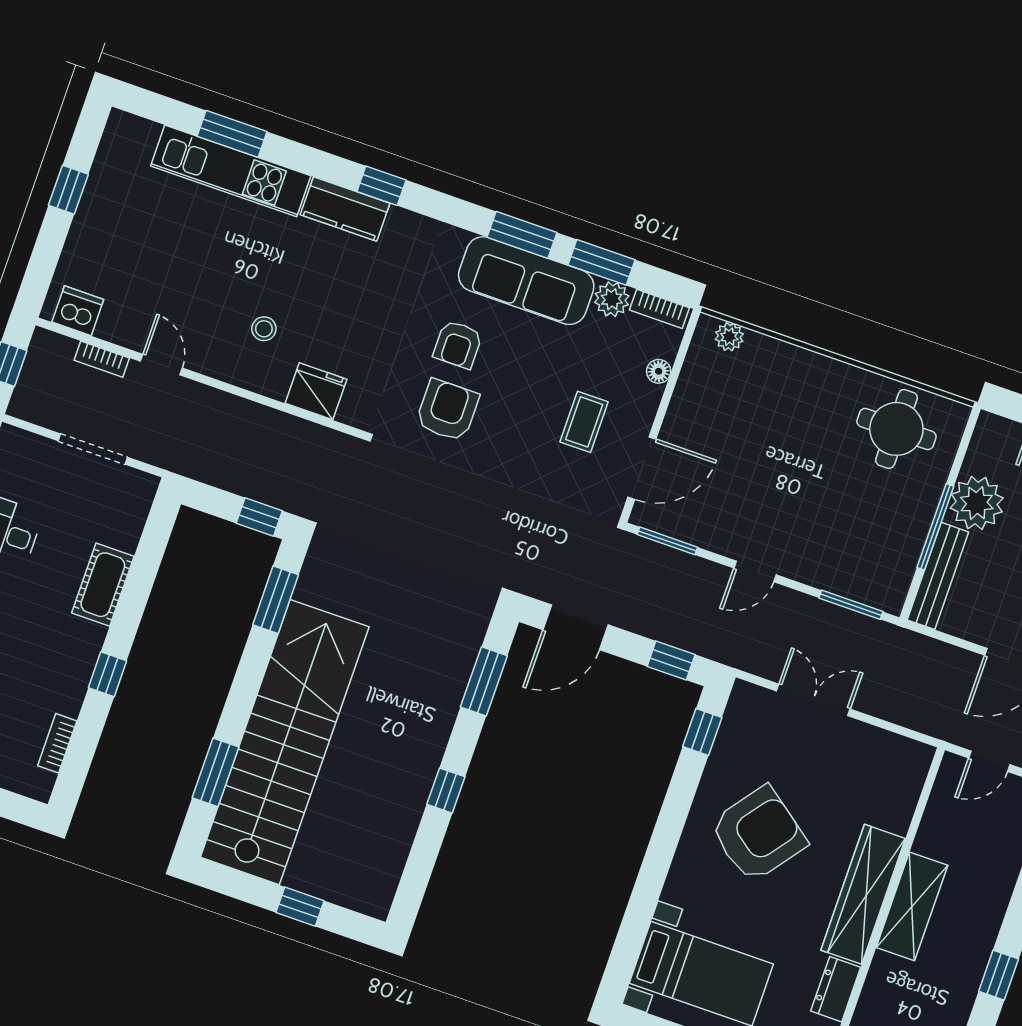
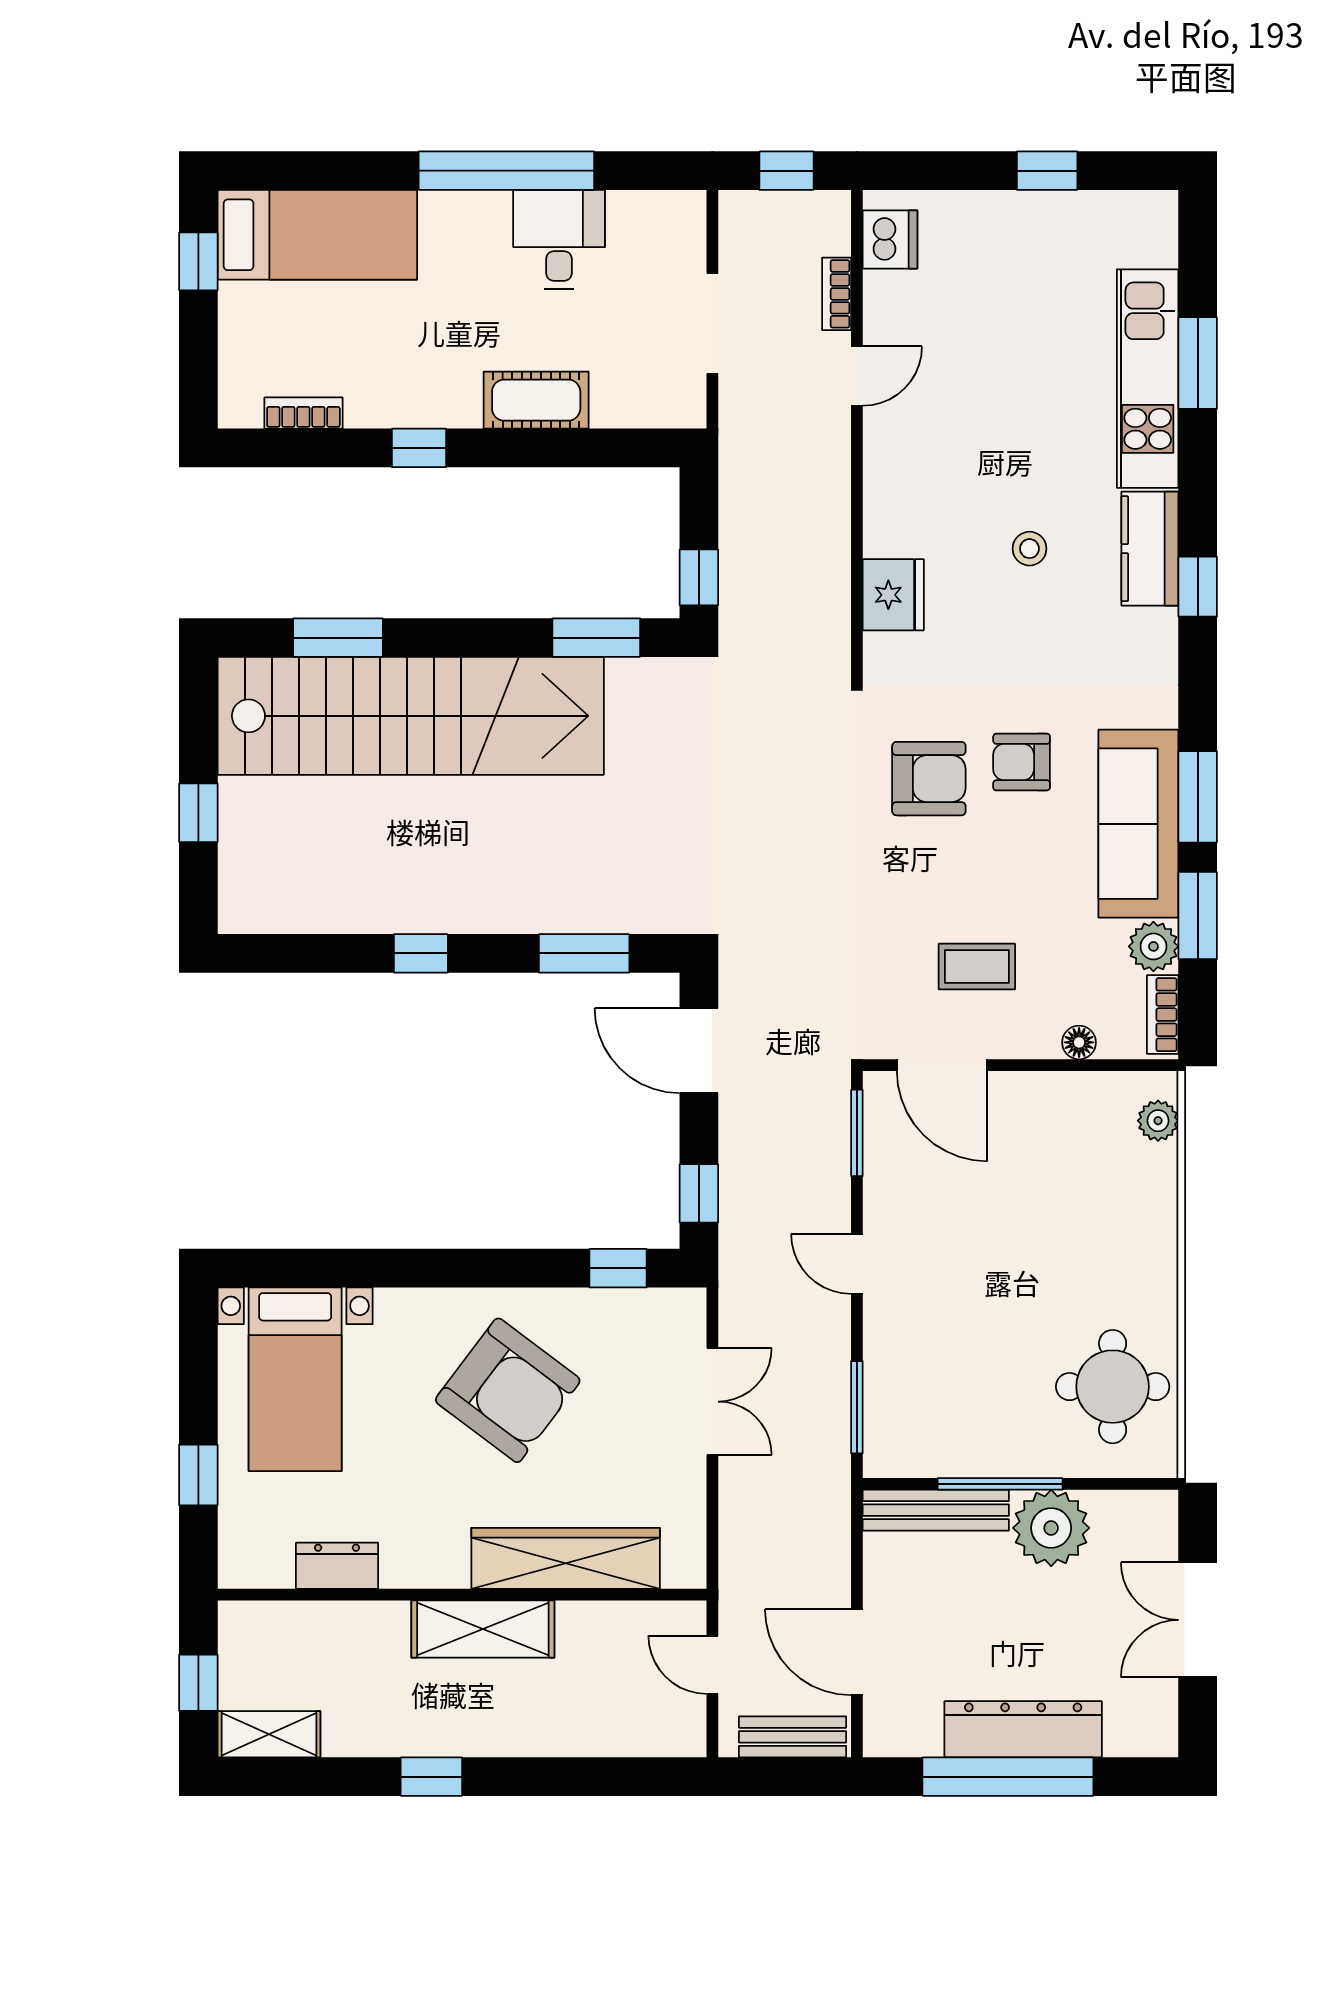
stool: (264, 329) -> (1029, 549), moved
wardrobe: (863, 894) -> (566, 1558), moved

